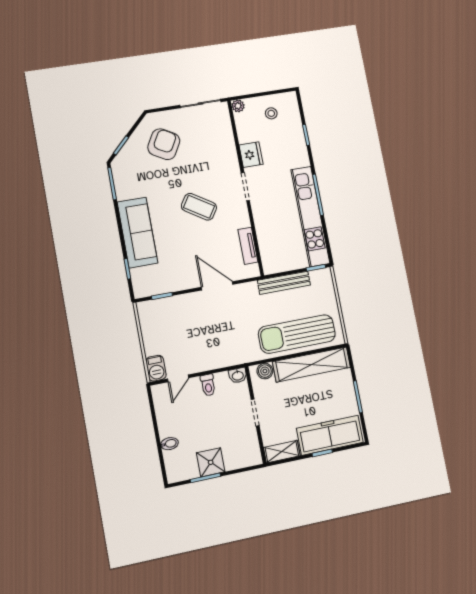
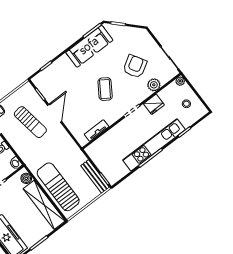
plant: (226, 141) -> (154, 85), added
armchair: (164, 144) -> (135, 66), moved, turned -60
kitchen unit: (310, 216) -> (154, 145), moved
sofa: (137, 232) -> (89, 46), moved
bench: (284, 283) -> (95, 177), moved
door: (217, 286) -> (55, 113), moved
sun lounger: (193, 328) -> (30, 122), added

